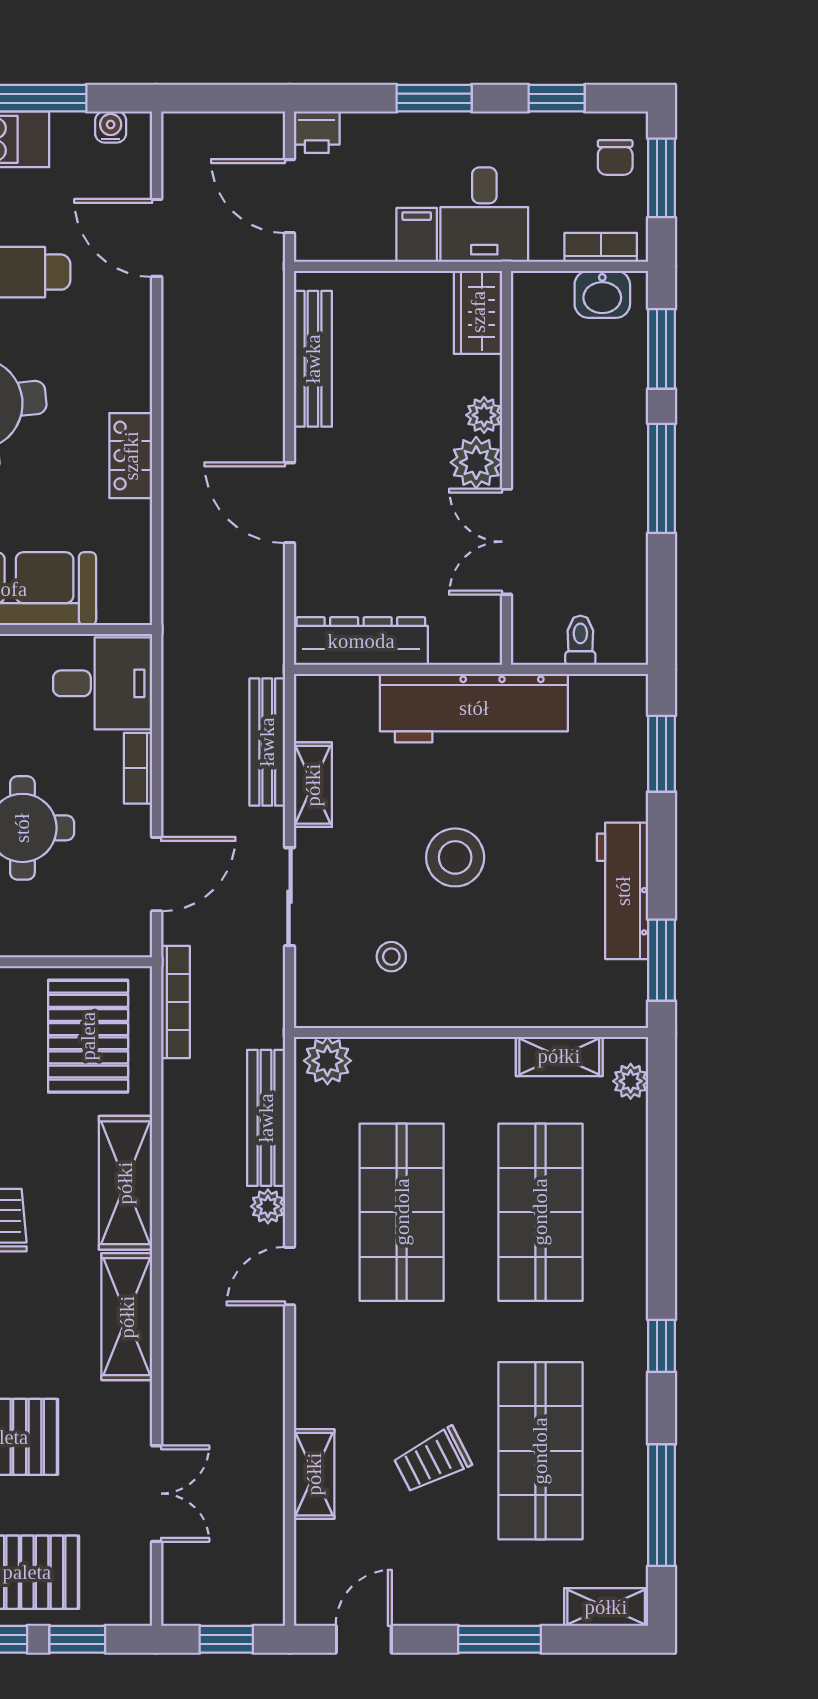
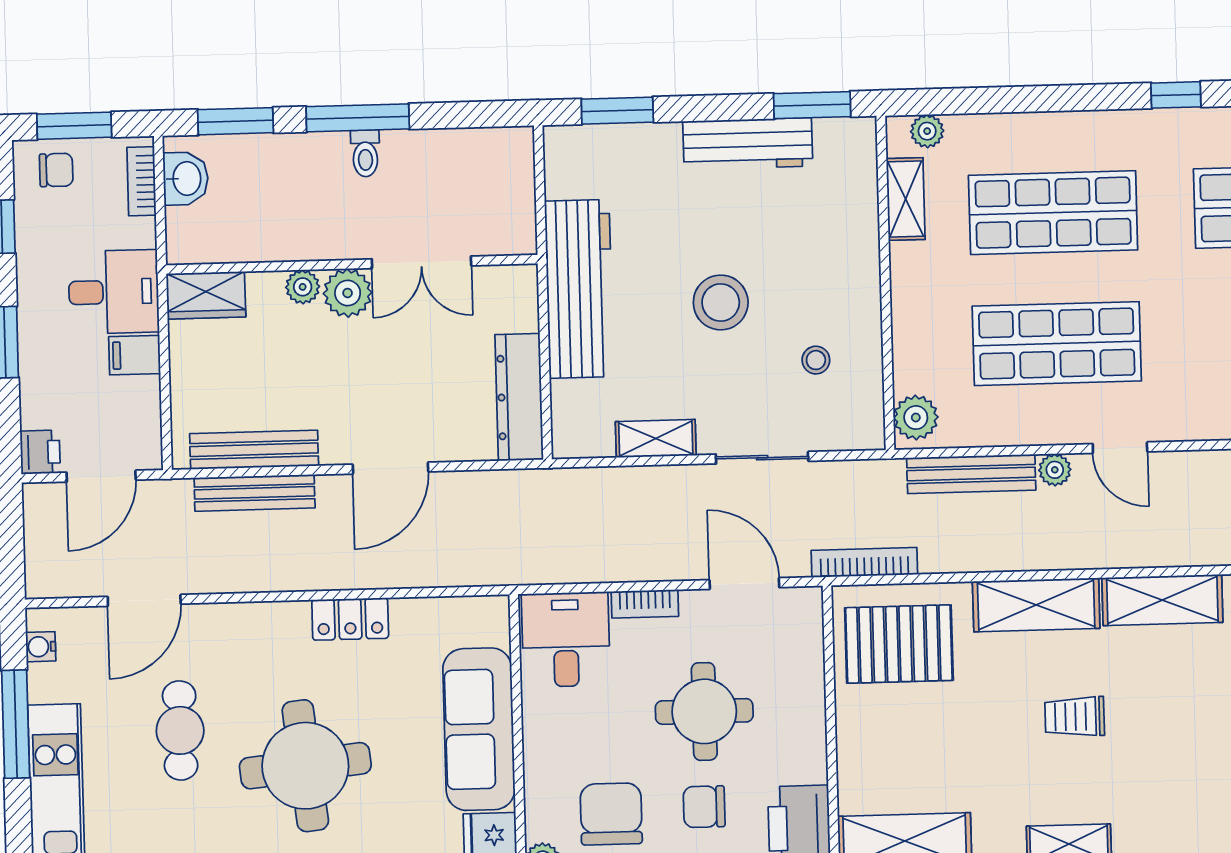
toilet: (580, 640) -> (365, 153), moved, turned -90
bench: (267, 742) -> (255, 493), moved

